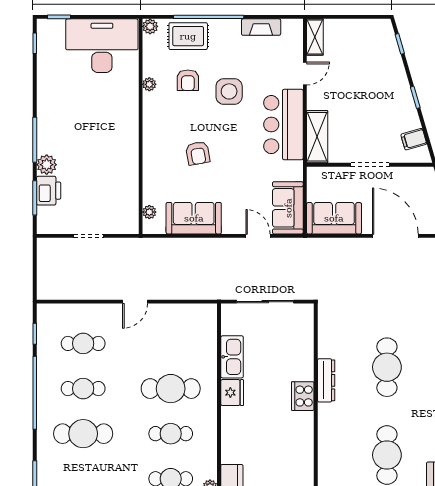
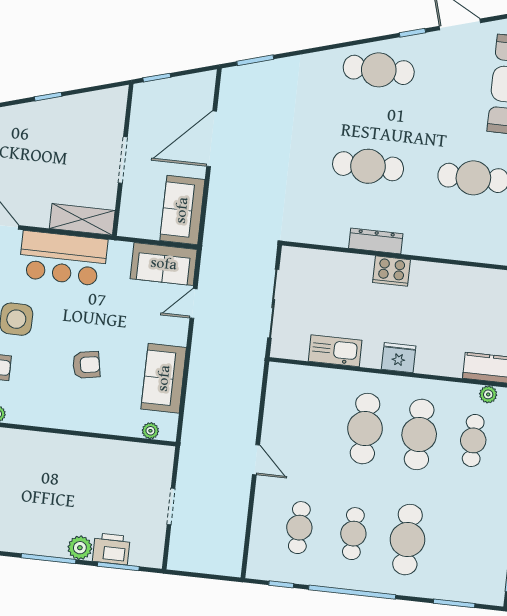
filing cabinet: (414, 139) -> (98, 104), removed
fridge: (232, 393) -> (399, 358), moved
cafe table: (171, 434) -> (419, 434), width x1.37, depth x1.35

